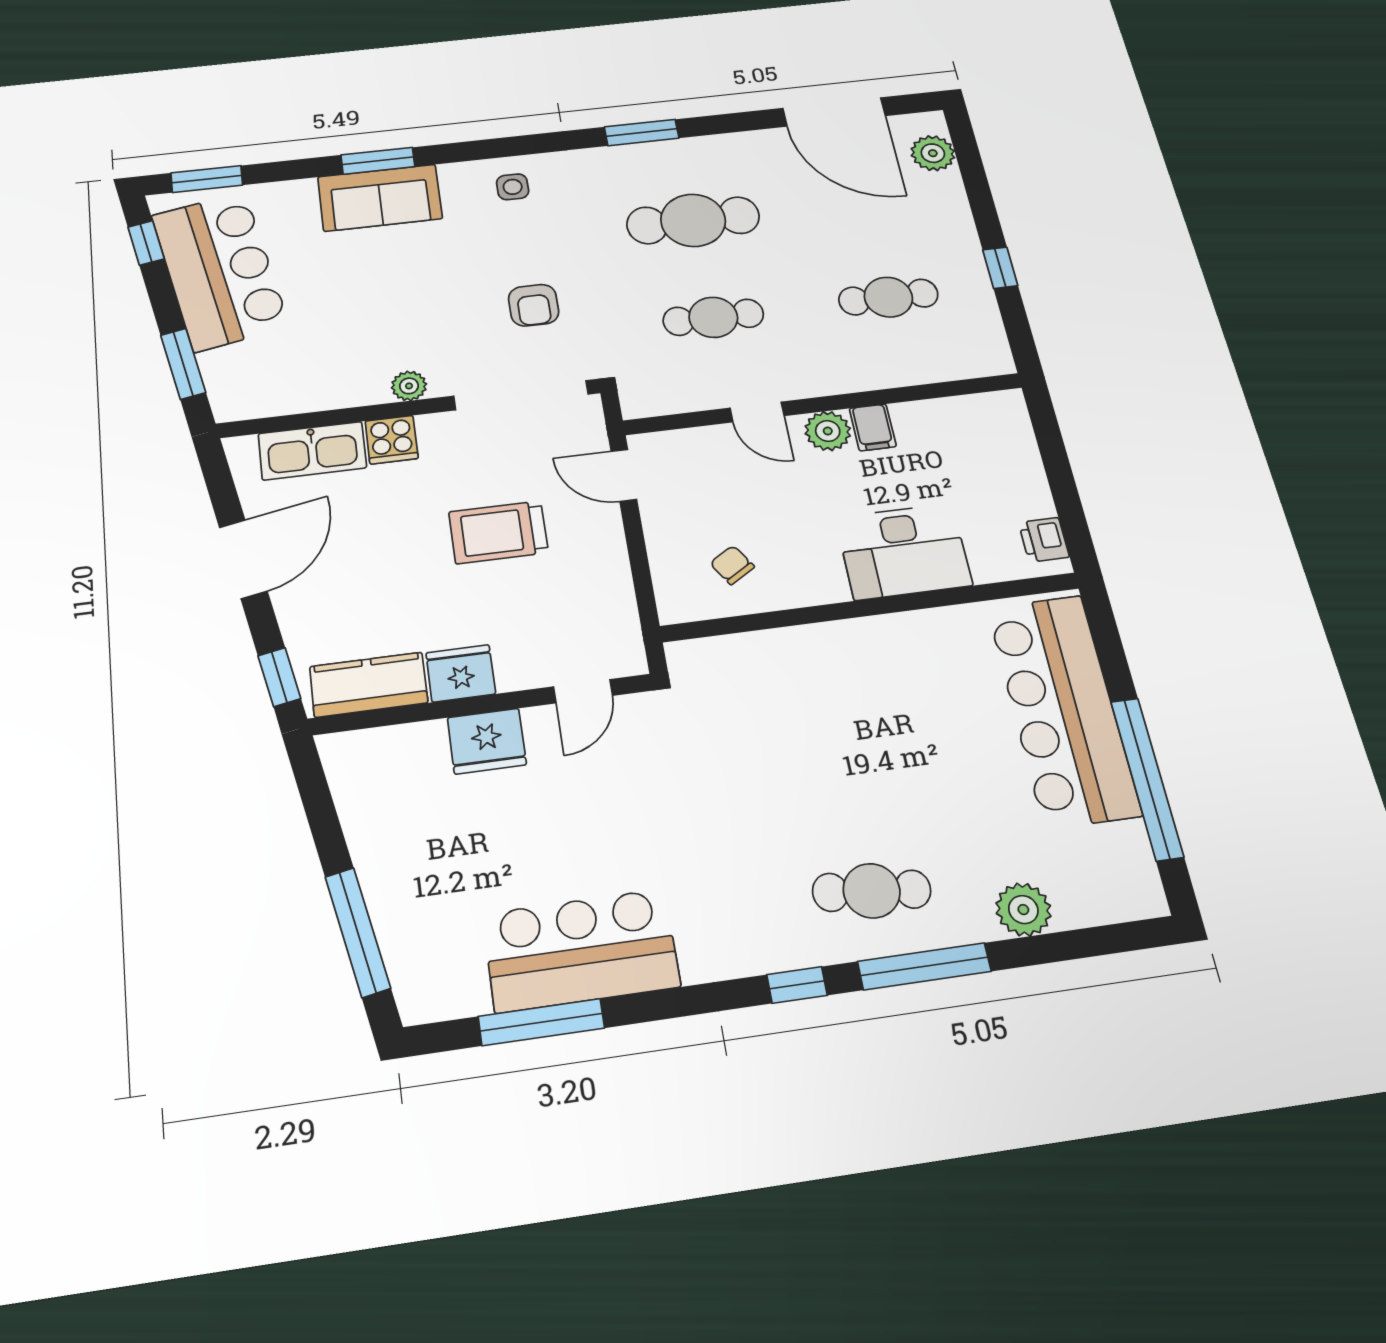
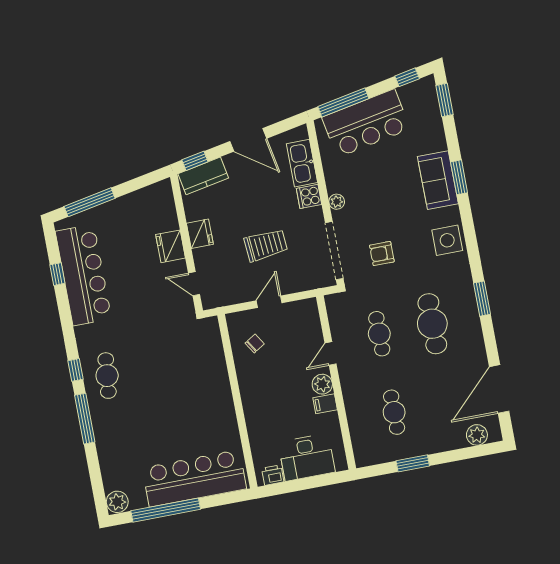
side table: (513, 187) -> (447, 240), width x1.87, depth x1.87
window: (1000, 268) -> (413, 463), width x1.50
bar counter: (220, 270) -> (366, 123), moved
window: (183, 364) -> (343, 102), width x1.44
door: (624, 475) -> (269, 302), moved
trolley: (498, 532) -> (266, 245), turned 85
desk: (904, 551) -> (307, 457), moved, turned -90
kitchen counter: (369, 685) -> (203, 176), moved, turned 79
cafe table: (872, 891) -> (107, 376), moved
plant: (1023, 910) -> (117, 502), moved
bar counter: (581, 950) -> (83, 275), width x1.36
window: (541, 1022) -> (57, 274), width x0.46

